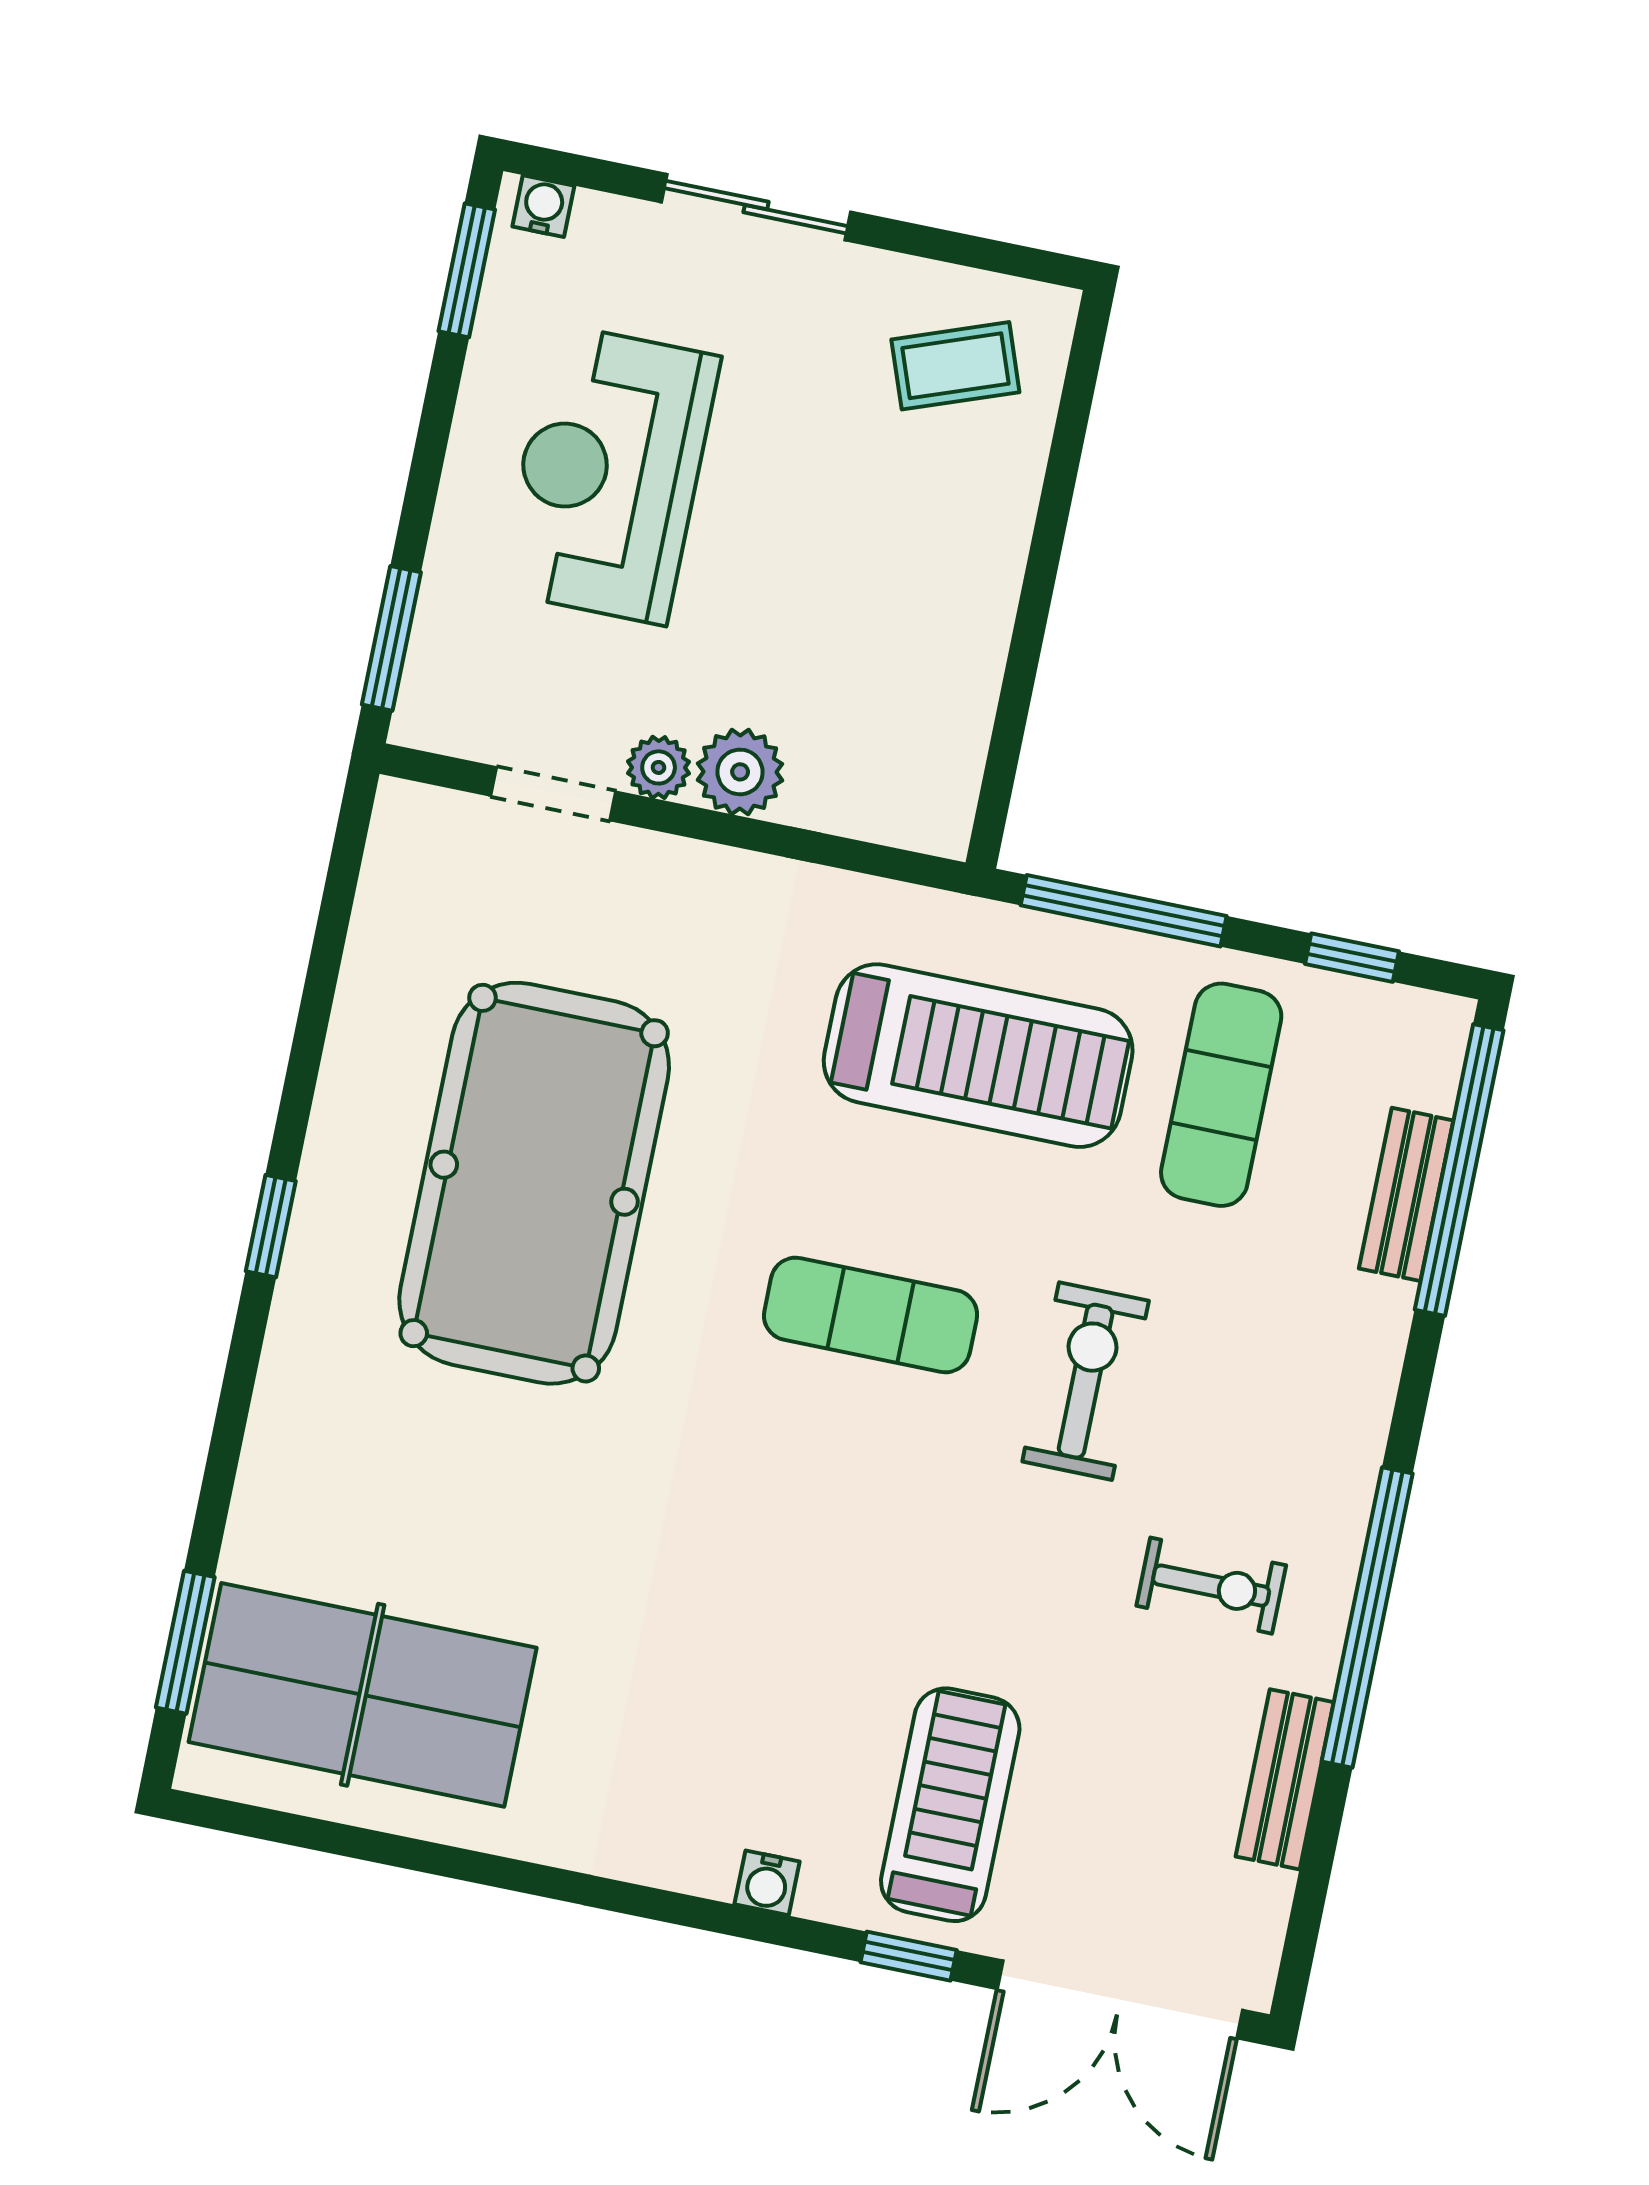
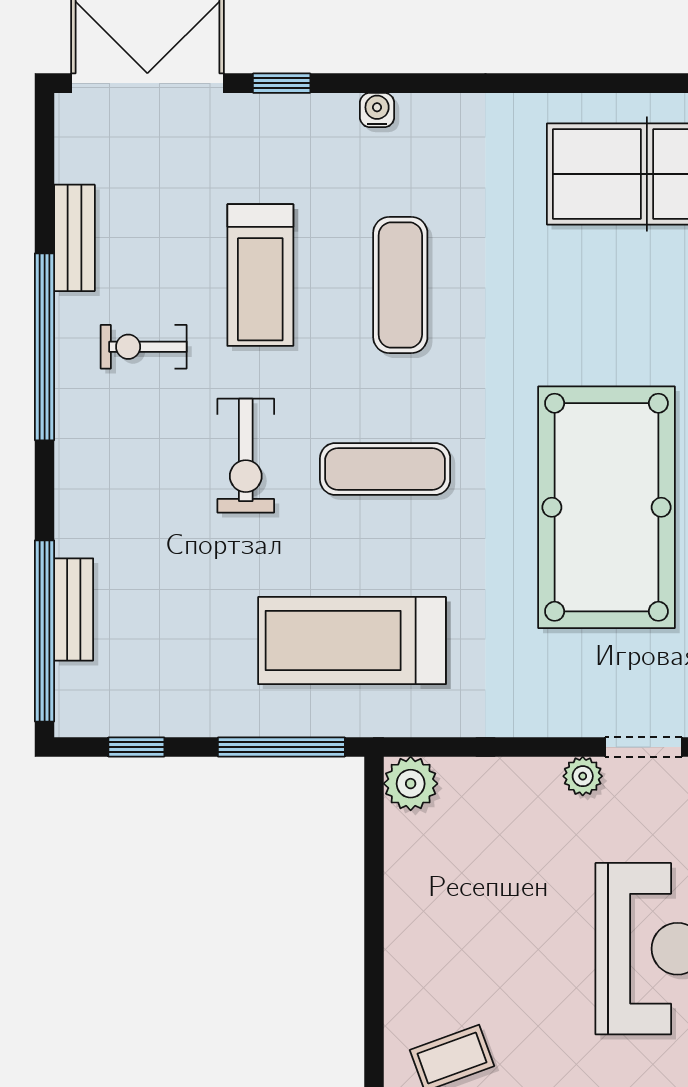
plant: (740, 772) -> (411, 784), moved
exercise mat: (1221, 1095) -> (400, 285), moved
treadmill: (950, 1805) -> (260, 275), moved

